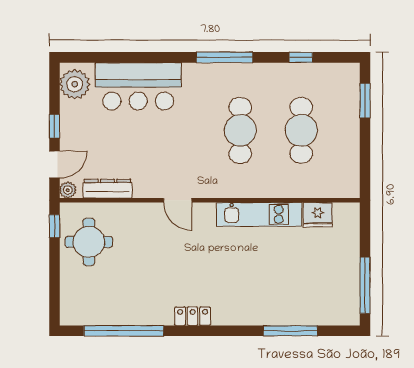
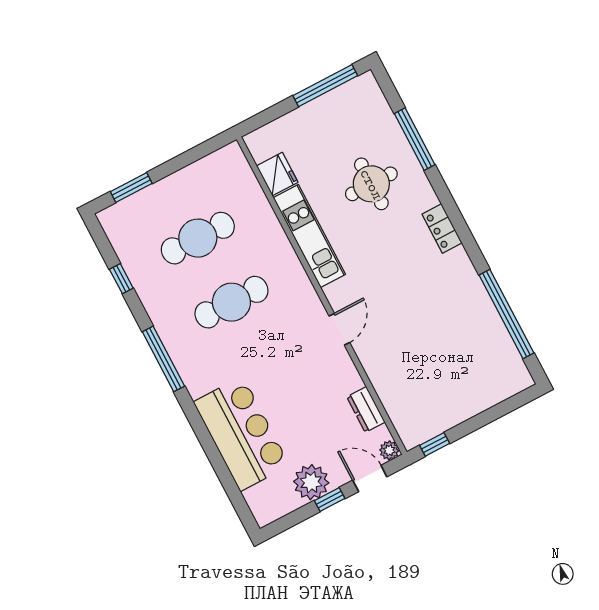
plant: (75, 84) -> (311, 482), moved
dresser: (107, 189) -> (366, 409), width x0.70
round table: (89, 242) -> (371, 184), moved
locker: (193, 316) -> (442, 229), moved

